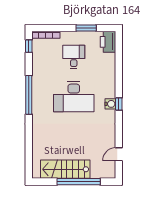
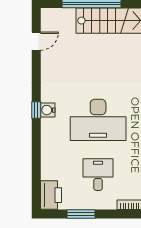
desk: (74, 57) -> (98, 175), turned 180
desk: (74, 97) -> (98, 120), turned 180

